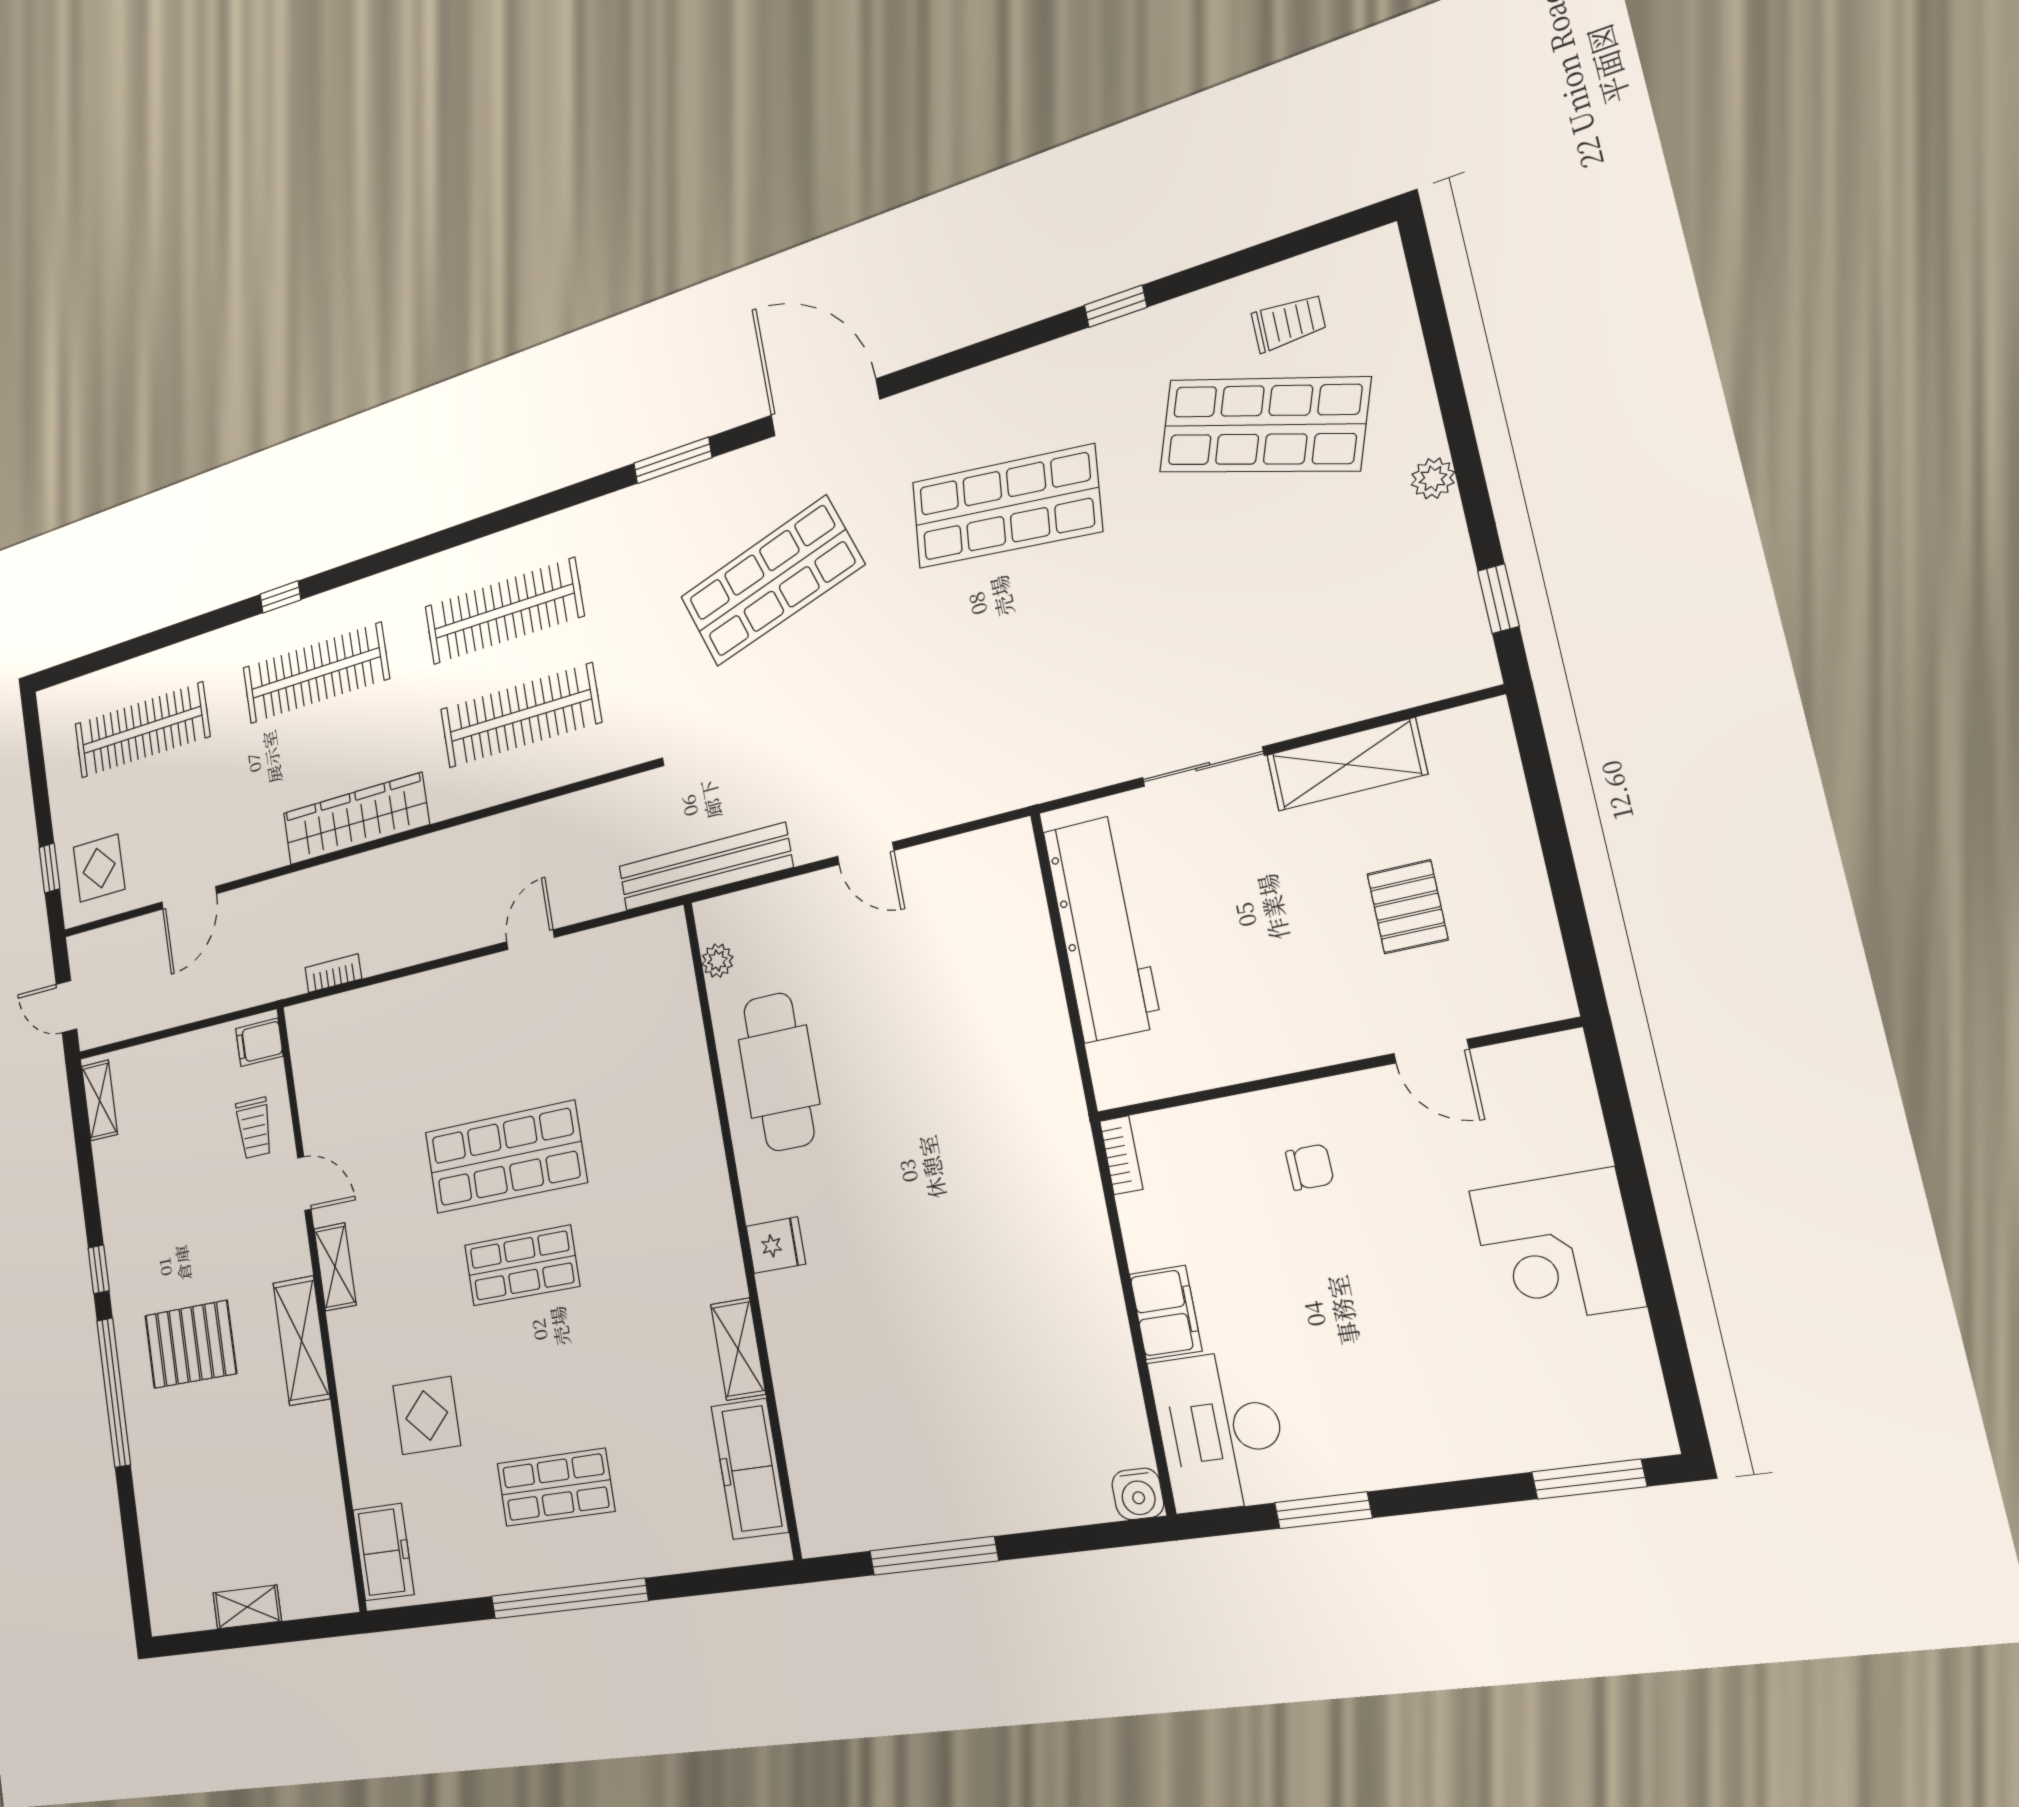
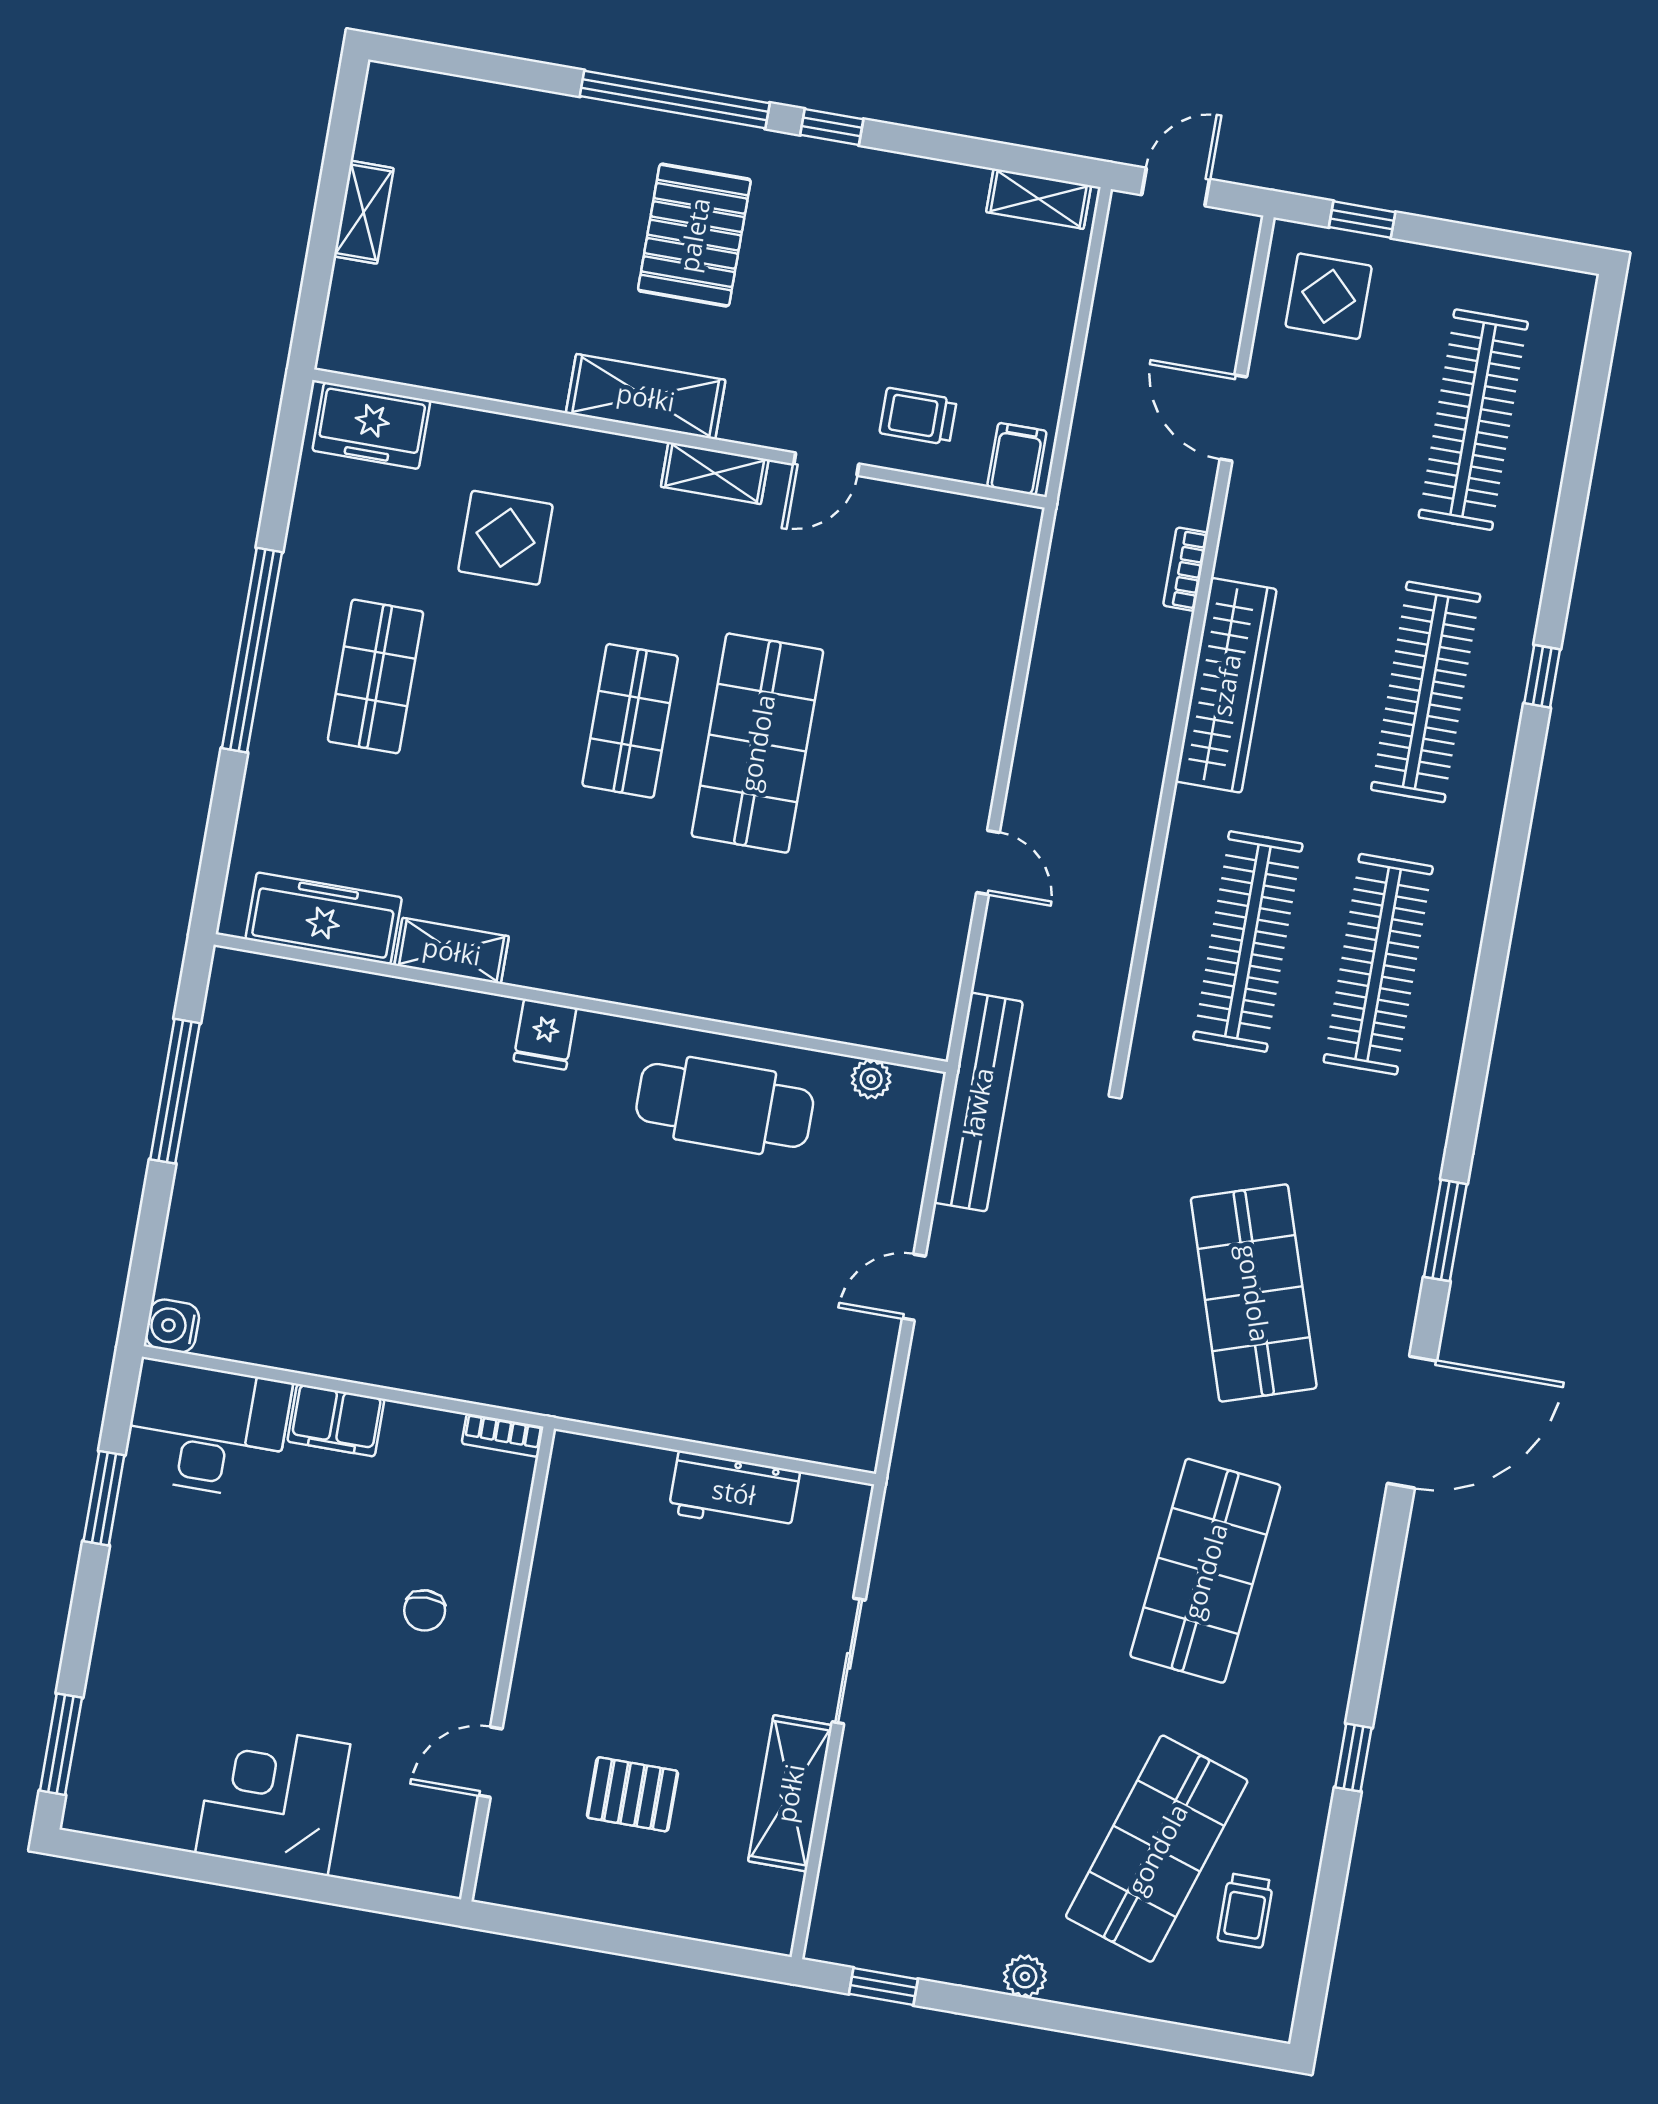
workbench: (1102, 928) -> (734, 1492), width x0.53, depth x0.76
bookcase: (333, 973) -> (1186, 569), moved, turned 180

